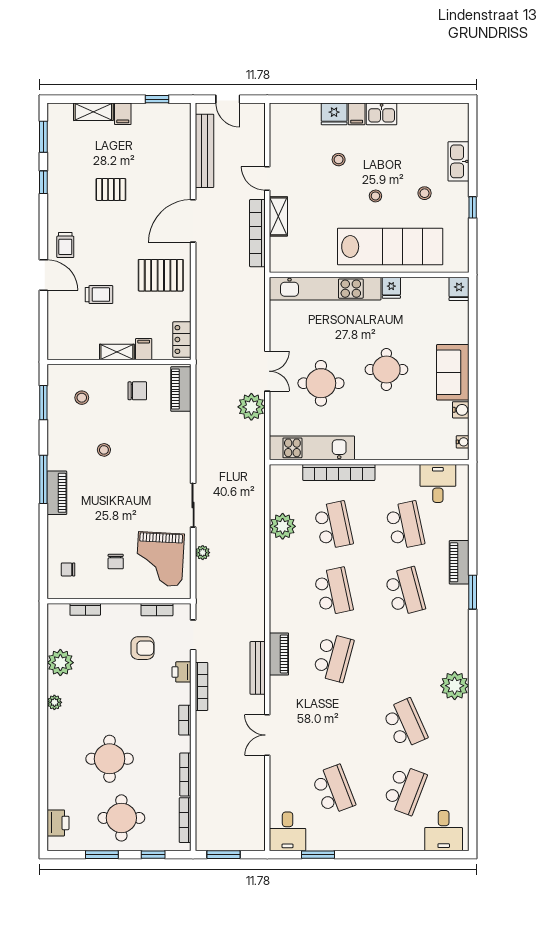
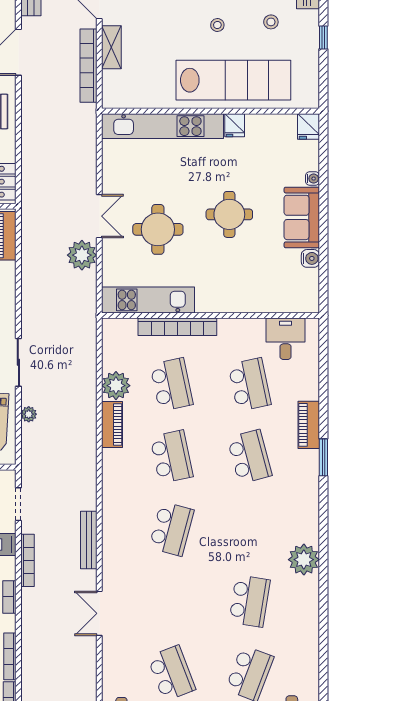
water cooler: (463, 442) -> (313, 179), moved
piano: (279, 654) -> (112, 425), moved
school desk: (405, 724) -> (250, 601), turned 33

